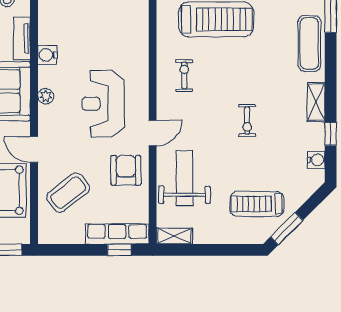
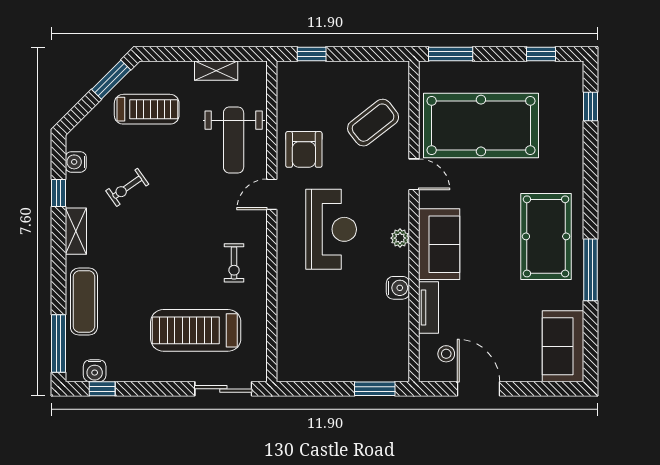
exercise bike: (247, 121) -> (127, 187), moved, turned -125
row of seats: (117, 234) -> (314, 73), removed
shelving: (174, 236) -> (216, 71), moved

